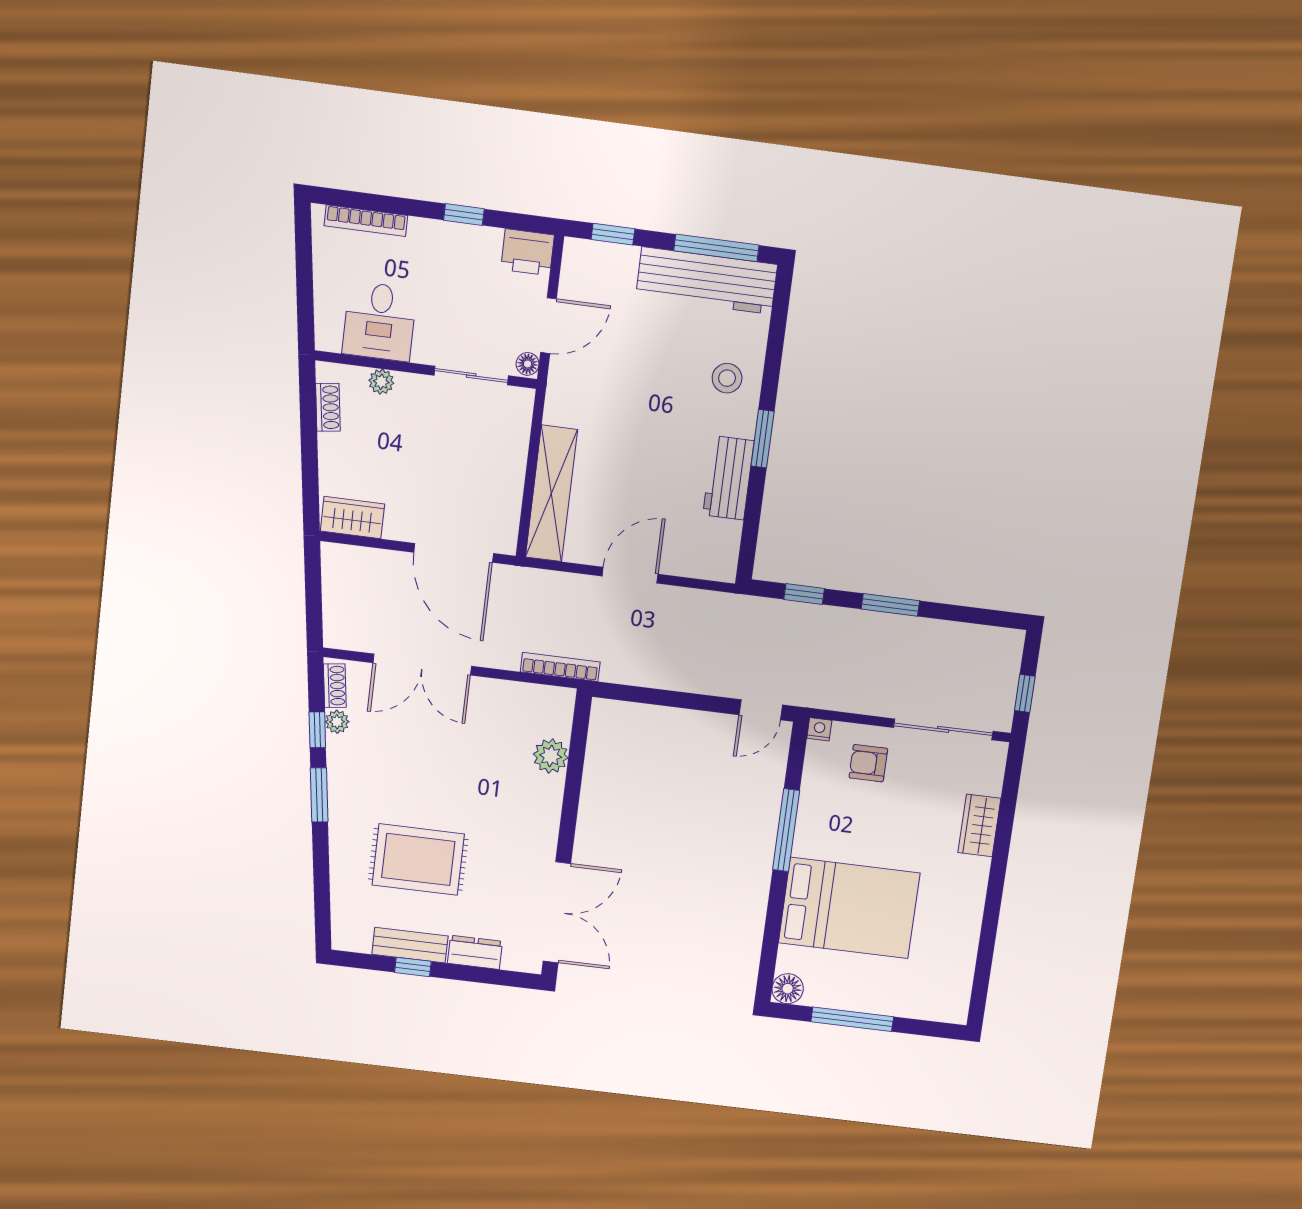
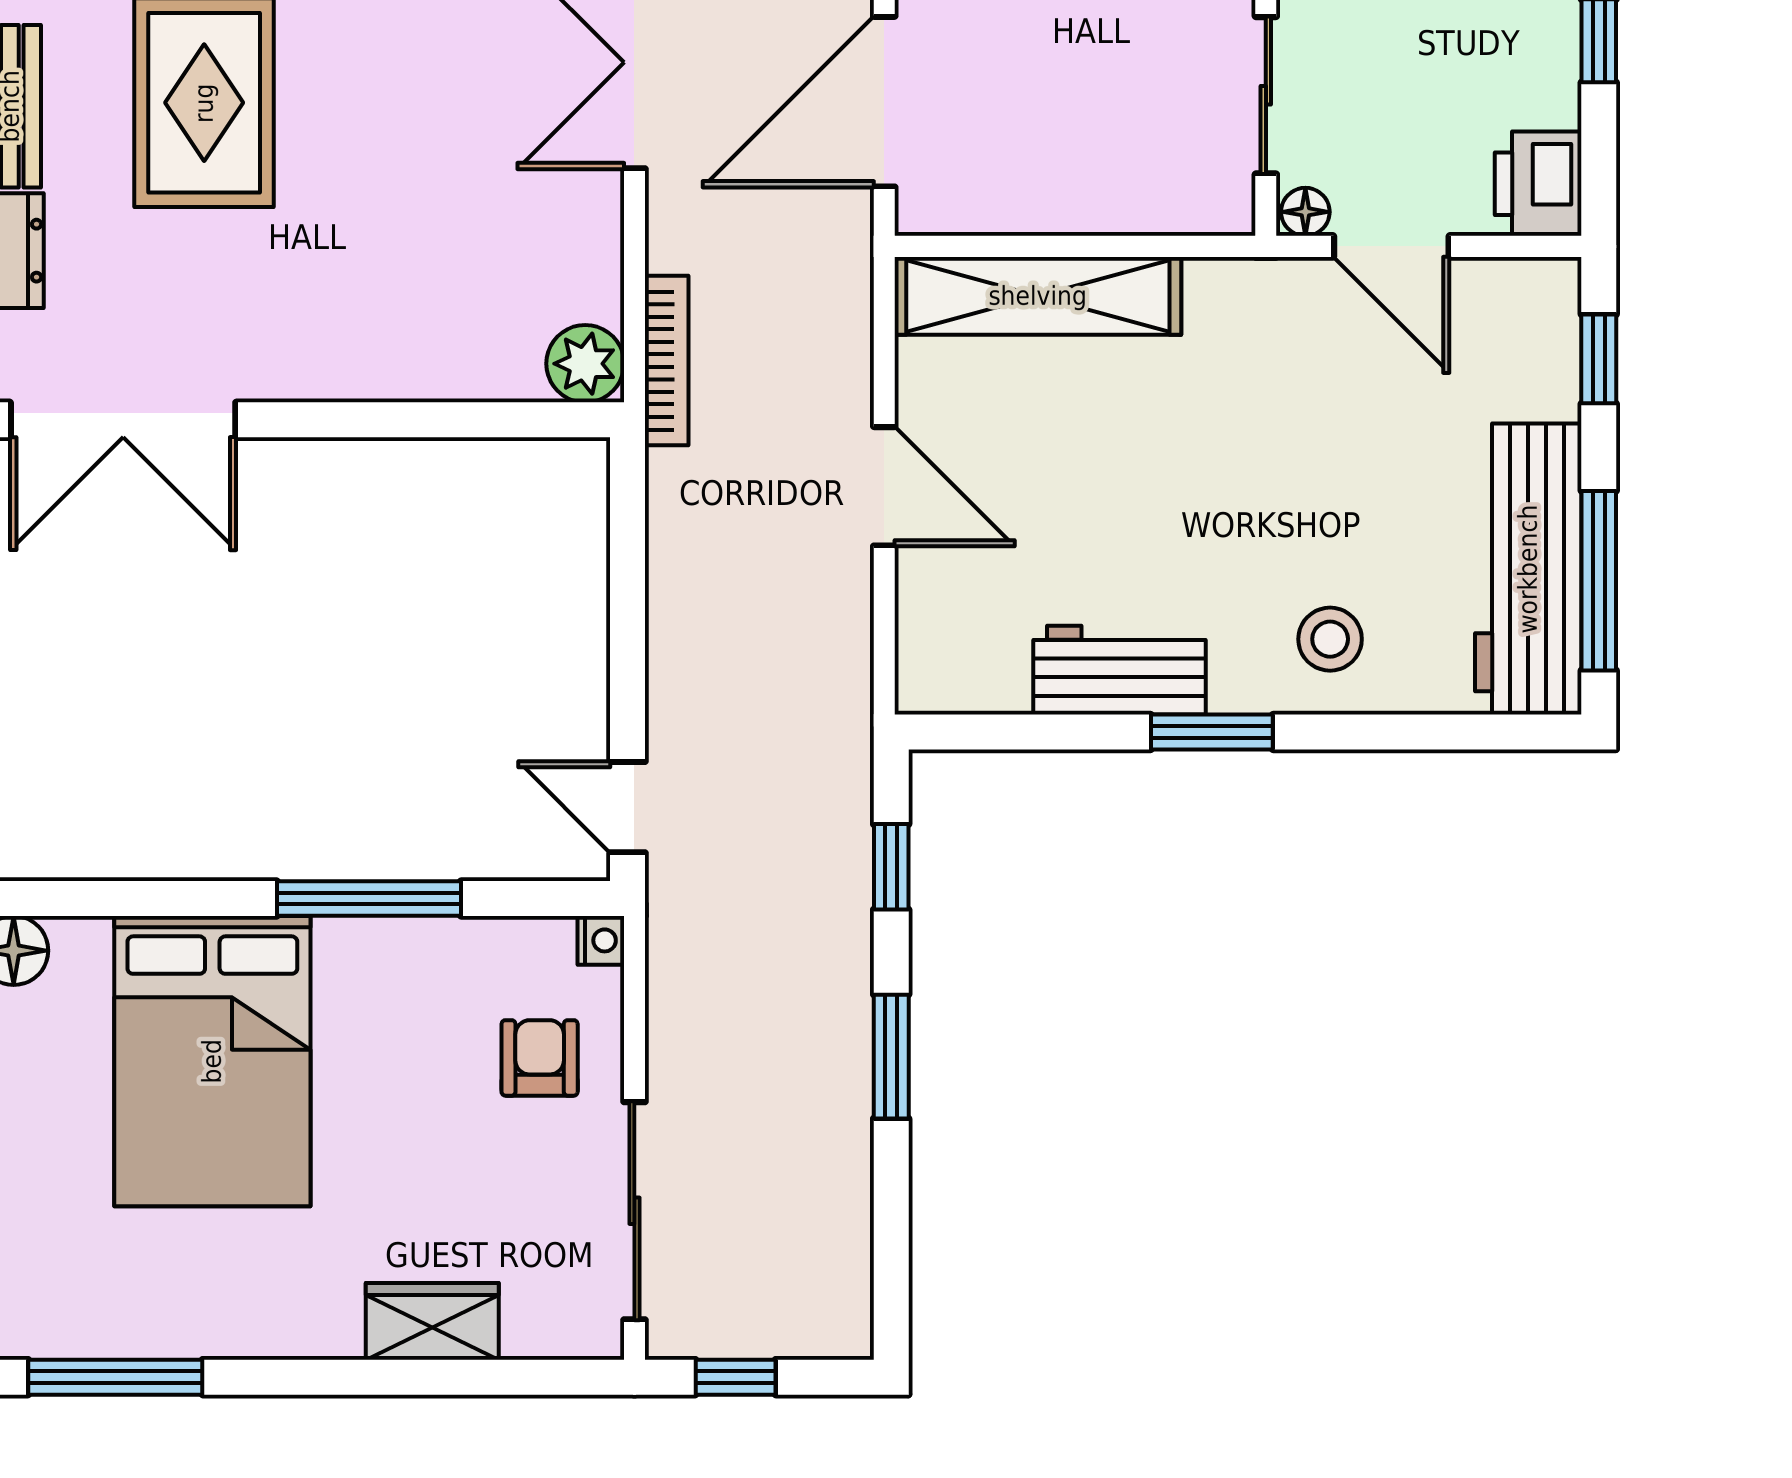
plant: (551, 756) -> (585, 364), moved
window: (983, 967) -> (115, 1377), added

